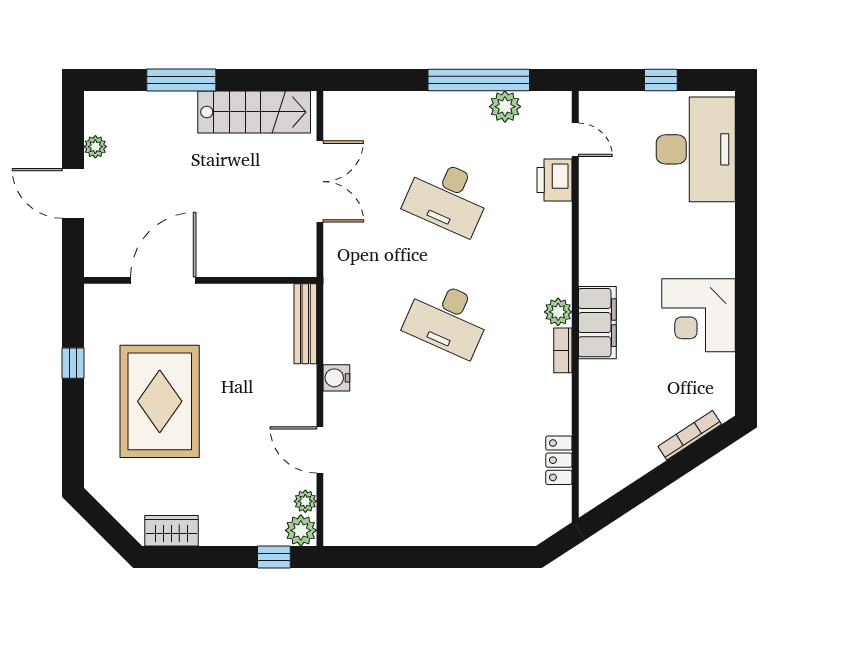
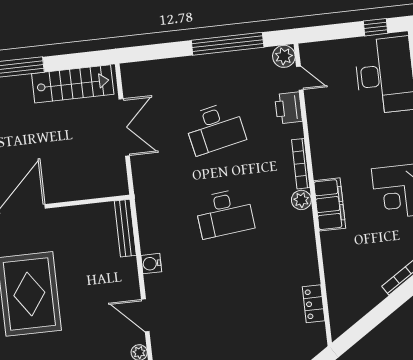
window: (661, 80) -> (376, 27), moved
plant: (505, 107) -> (284, 56), moved
desk: (448, 197) -> (215, 128), turned -36
desk: (448, 318) -> (224, 213), turned -30
bookcase: (563, 350) -> (301, 164), moved, width x1.56

